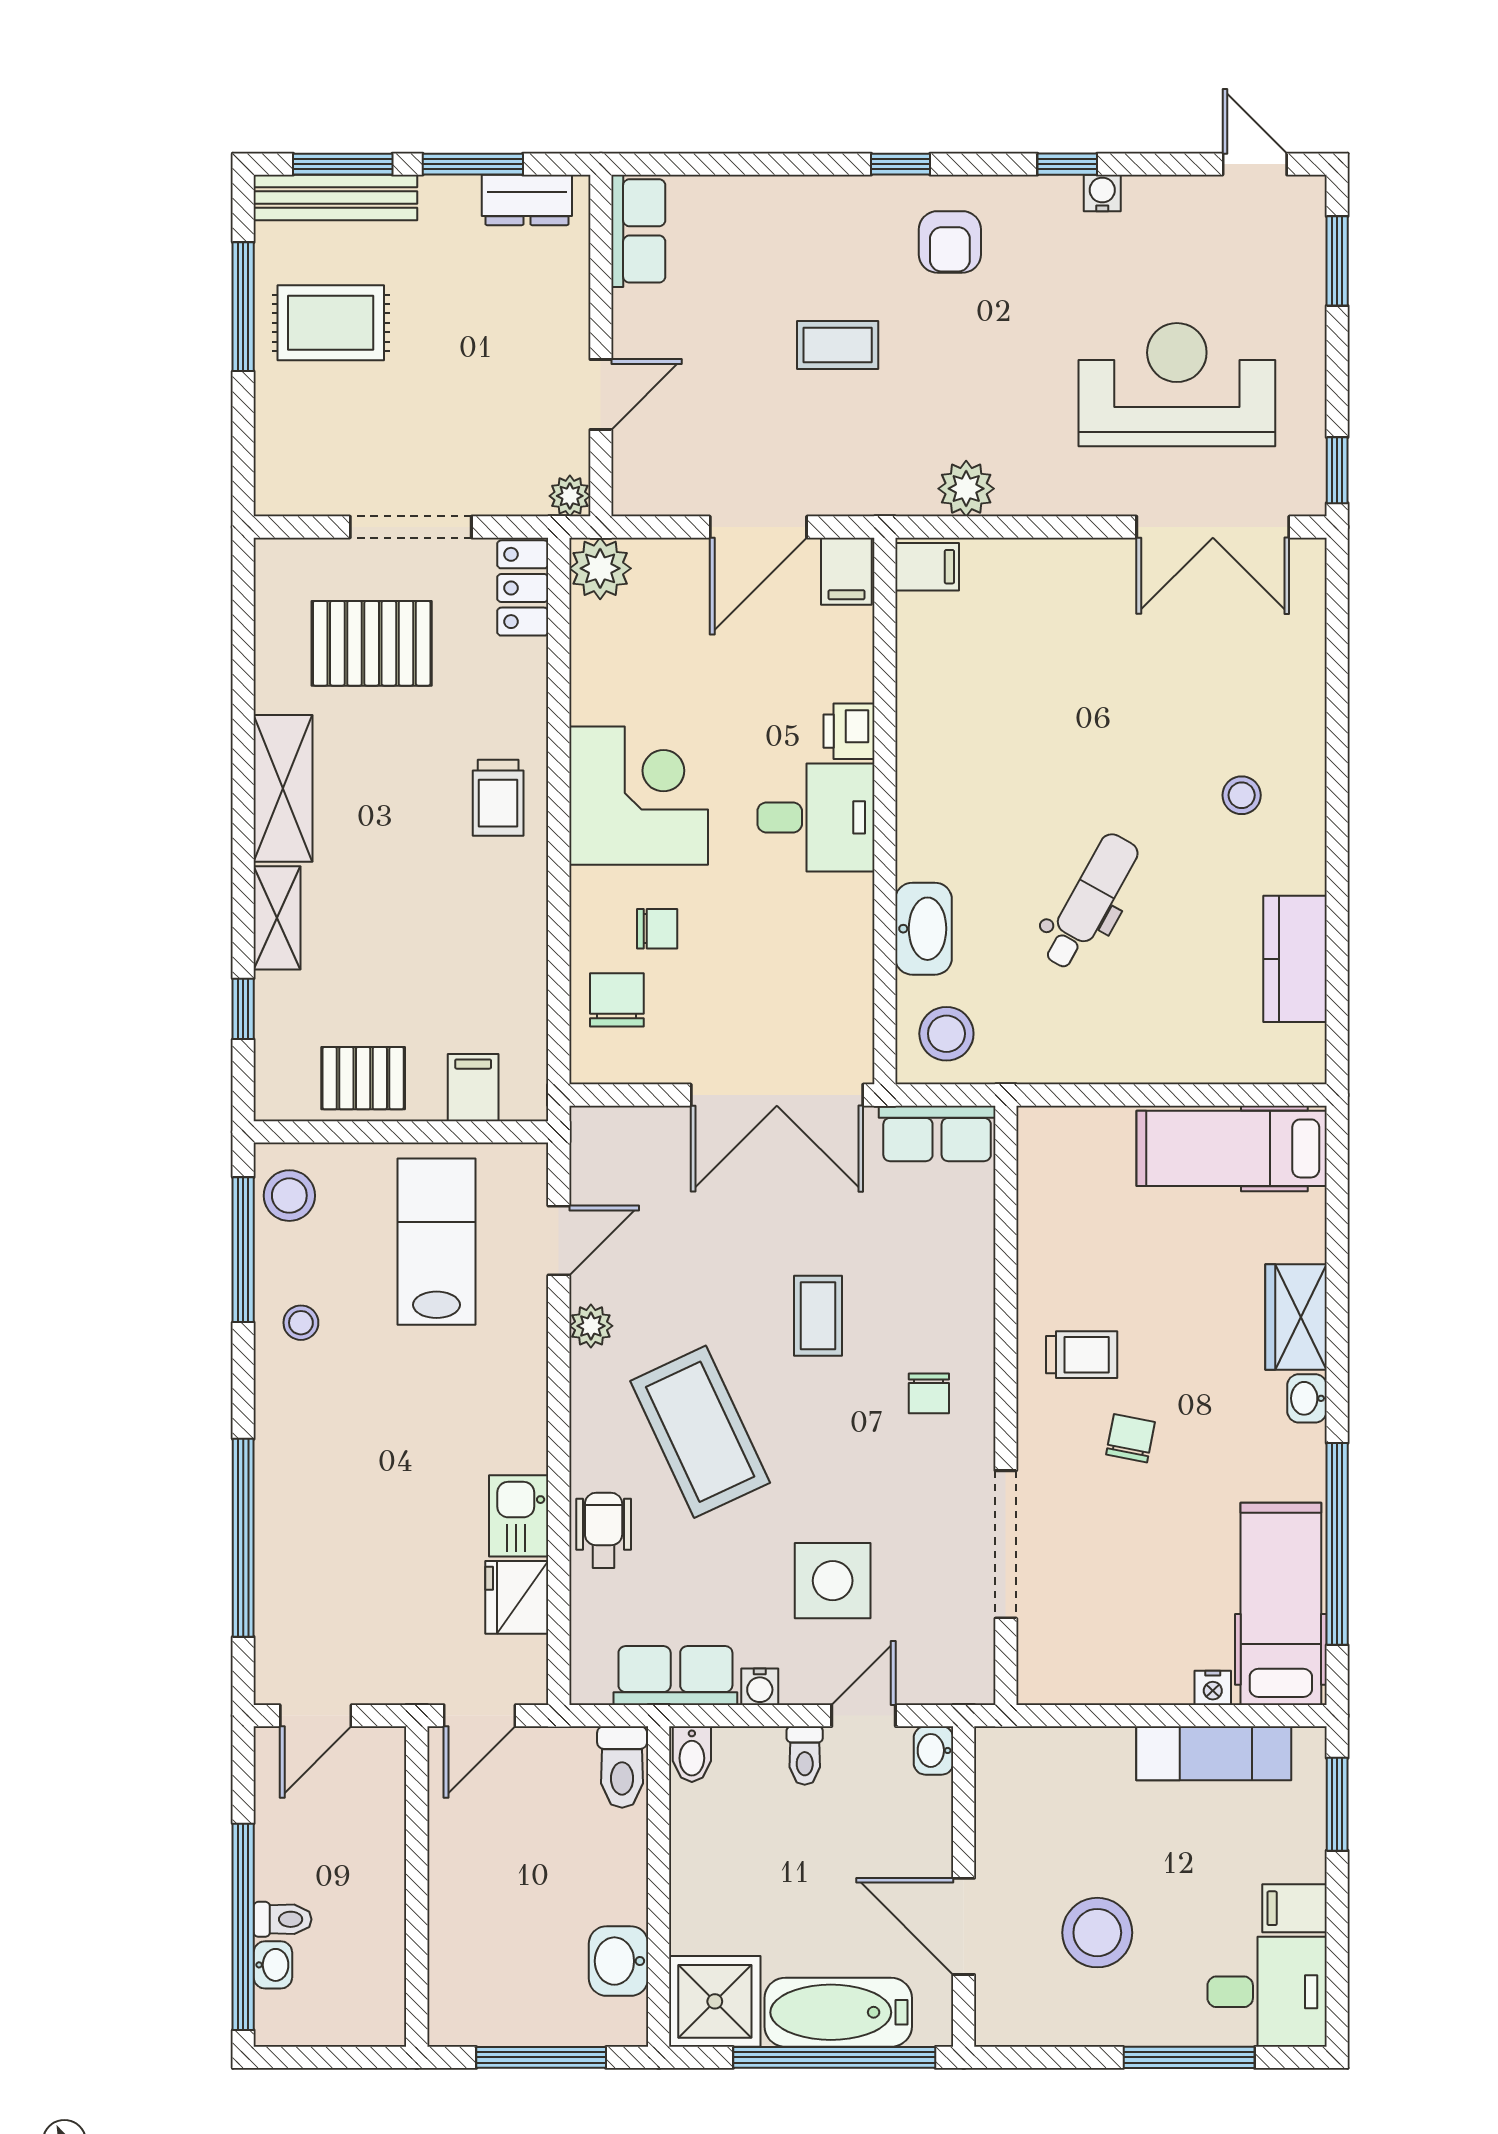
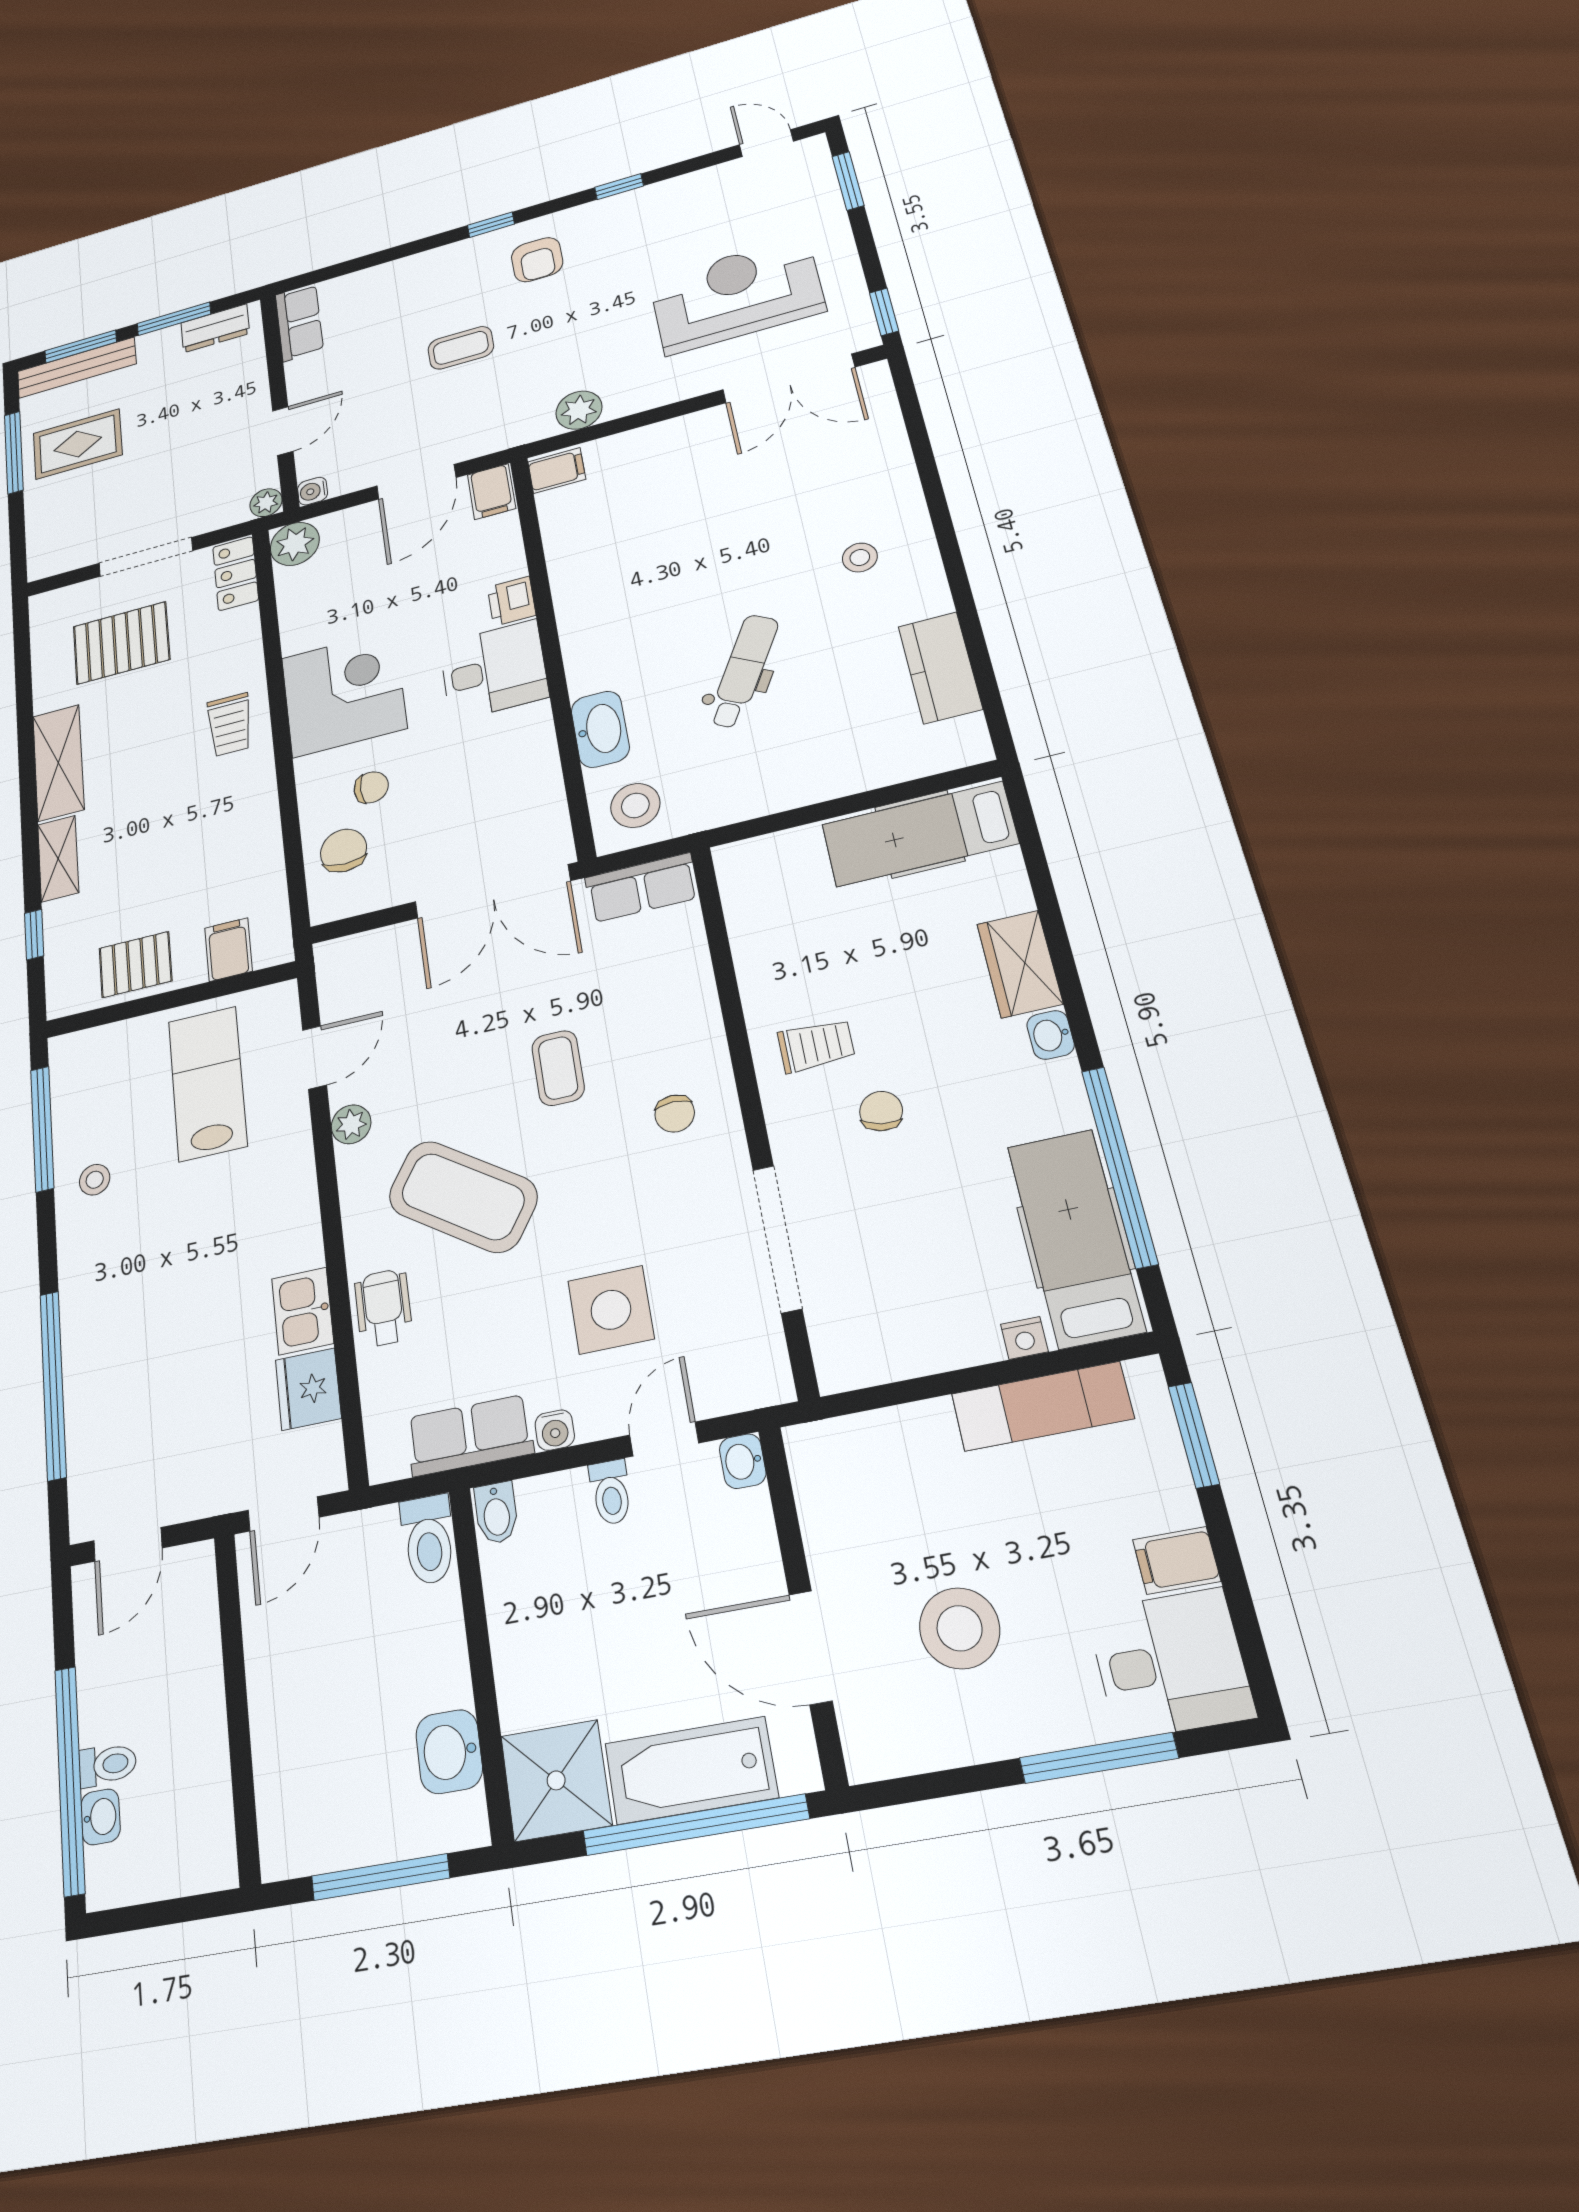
water cooler: (1102, 193) -> (313, 491), moved, turned -90
stool: (289, 1196) -> (79, 1074), removed
coffee table: (700, 1432) -> (463, 1197), turned -31

